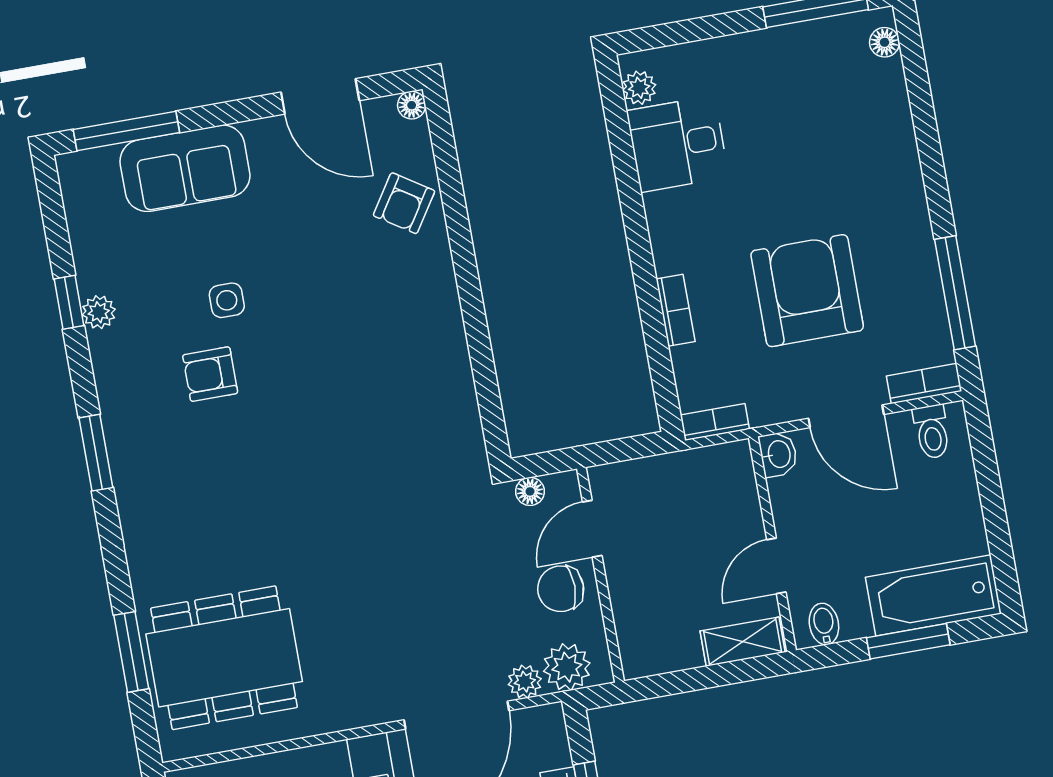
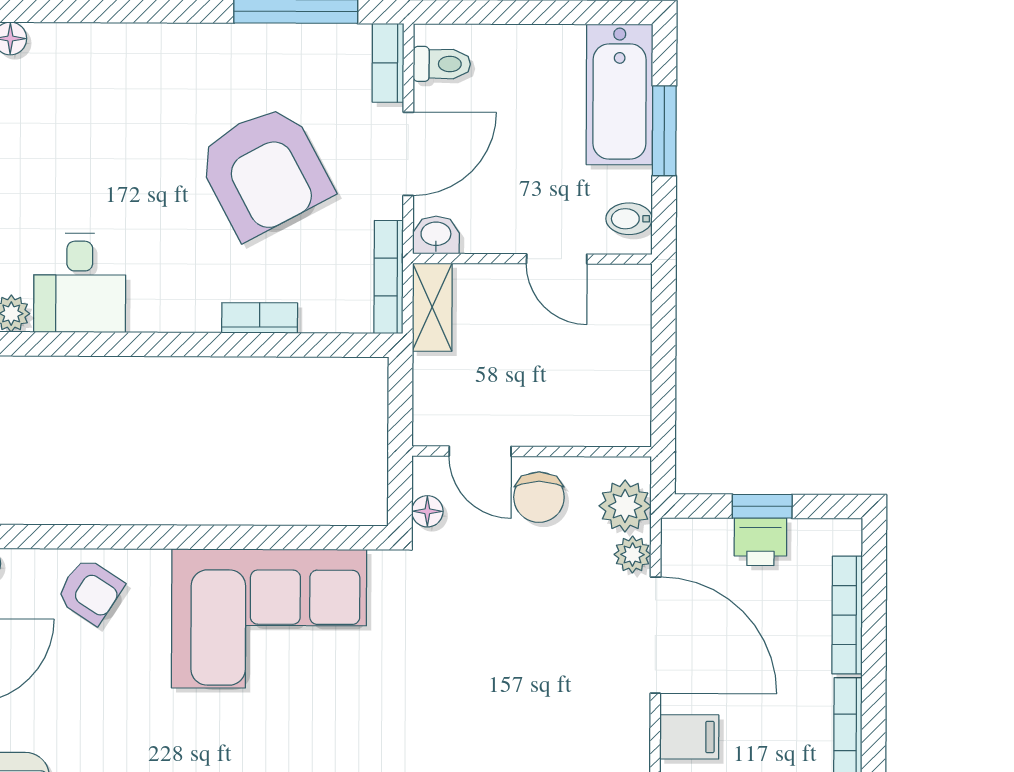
armchair: (807, 291) -> (264, 171), turned -118
corner sofa: (408, 367) -> (269, 619), added
bookcase: (715, 422) -> (389, 277), width x1.56
shelving: (743, 642) -> (432, 307), moved

